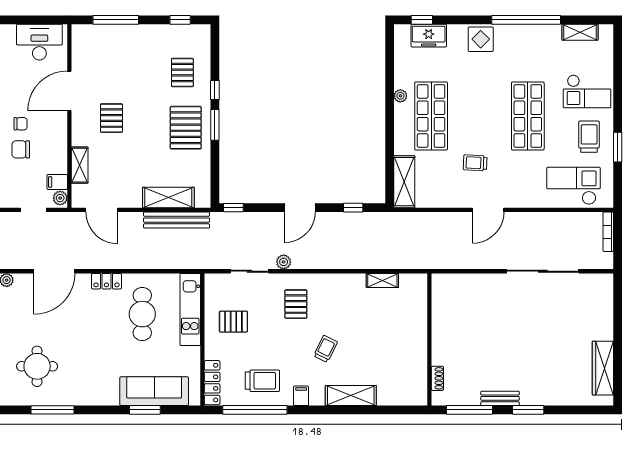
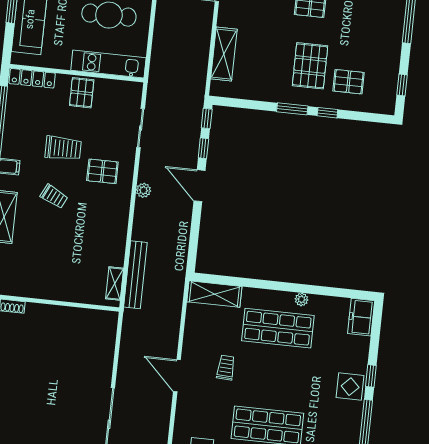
window: (422, 20) -> (371, 376), moved
freezer: (429, 36) -> (361, 317), moved
pallet: (186, 128) -> (310, 66), moved, turned 90
window: (353, 208) -> (203, 148), moved
bench: (177, 220) -> (135, 275), moved
plant: (284, 262) -> (143, 190), moved
shelving: (382, 280) -> (115, 284), moved
pallet: (233, 322) -> (82, 93), moved
trolley: (262, 381) -> (63, 148), moved, turned -90

